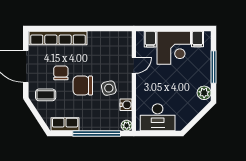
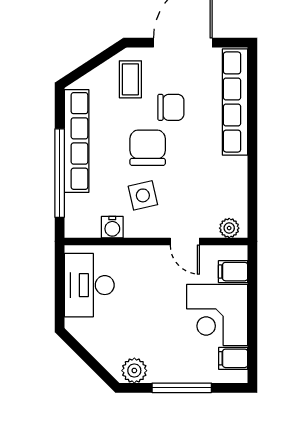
row of seats: (65, 124) -> (77, 141), width x2.02
plant: (127, 125) -> (229, 228), moved

